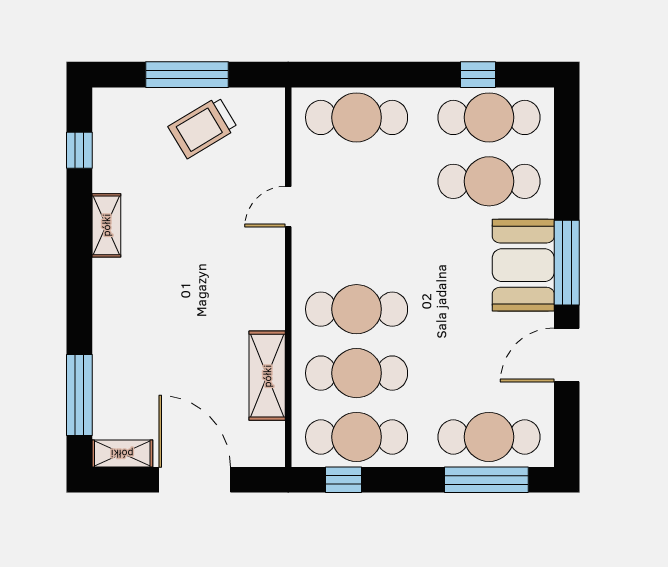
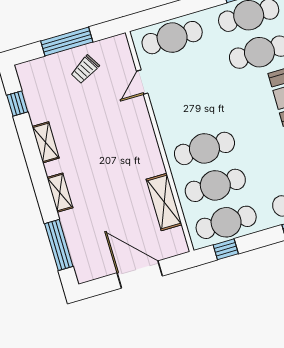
trolley: (203, 128) -> (85, 69), width x0.73, depth x0.72
door: (288, 207) -> (142, 82), moved
shelving: (122, 454) -> (60, 193), moved, turned 90

